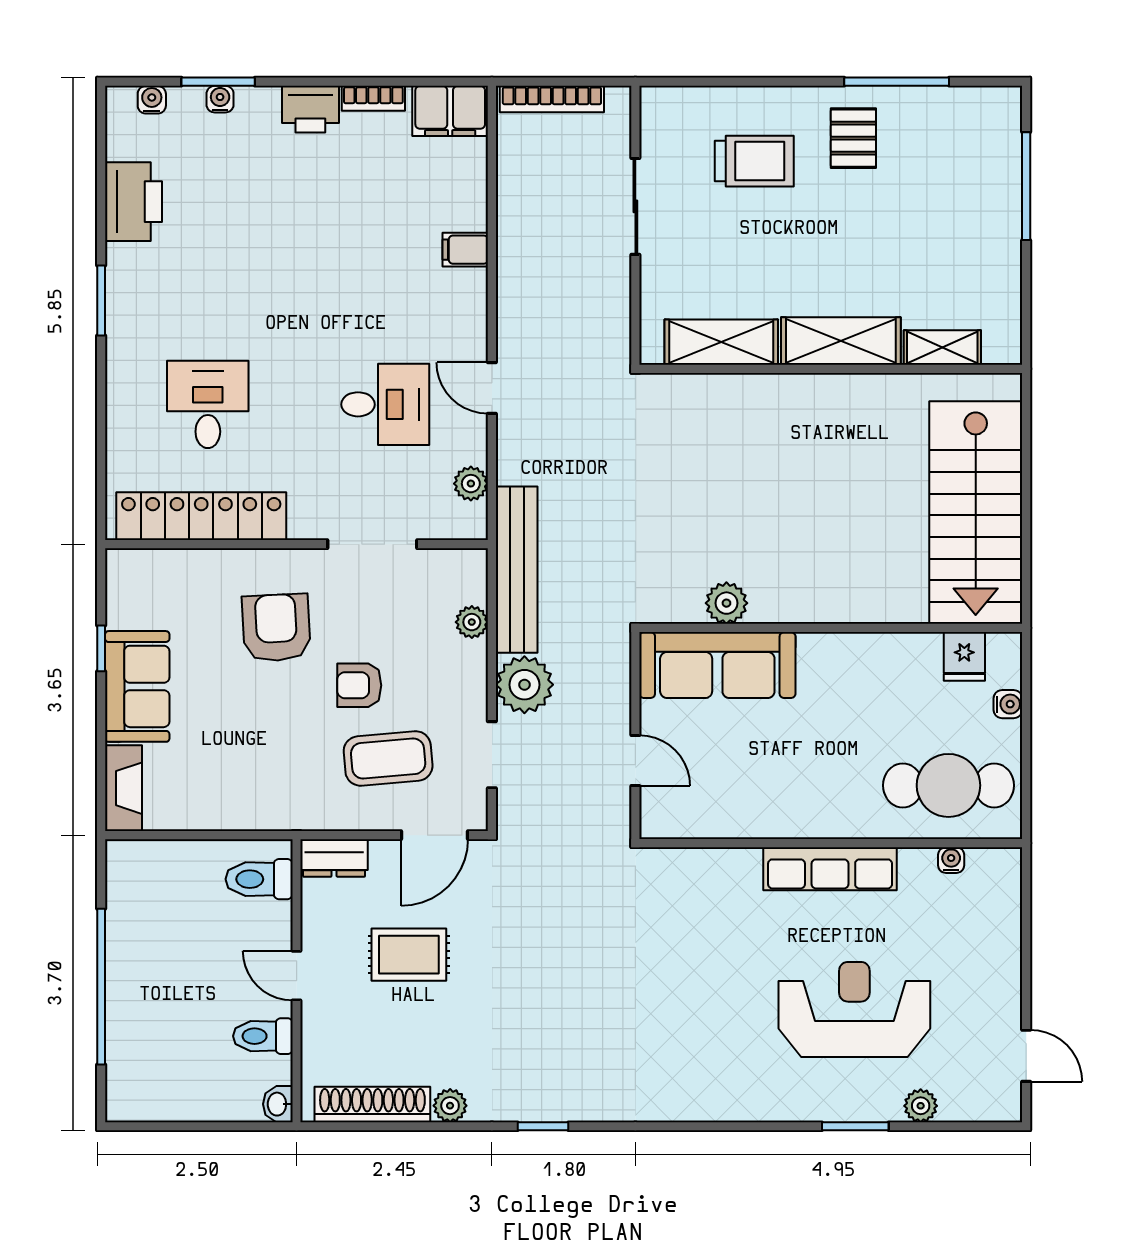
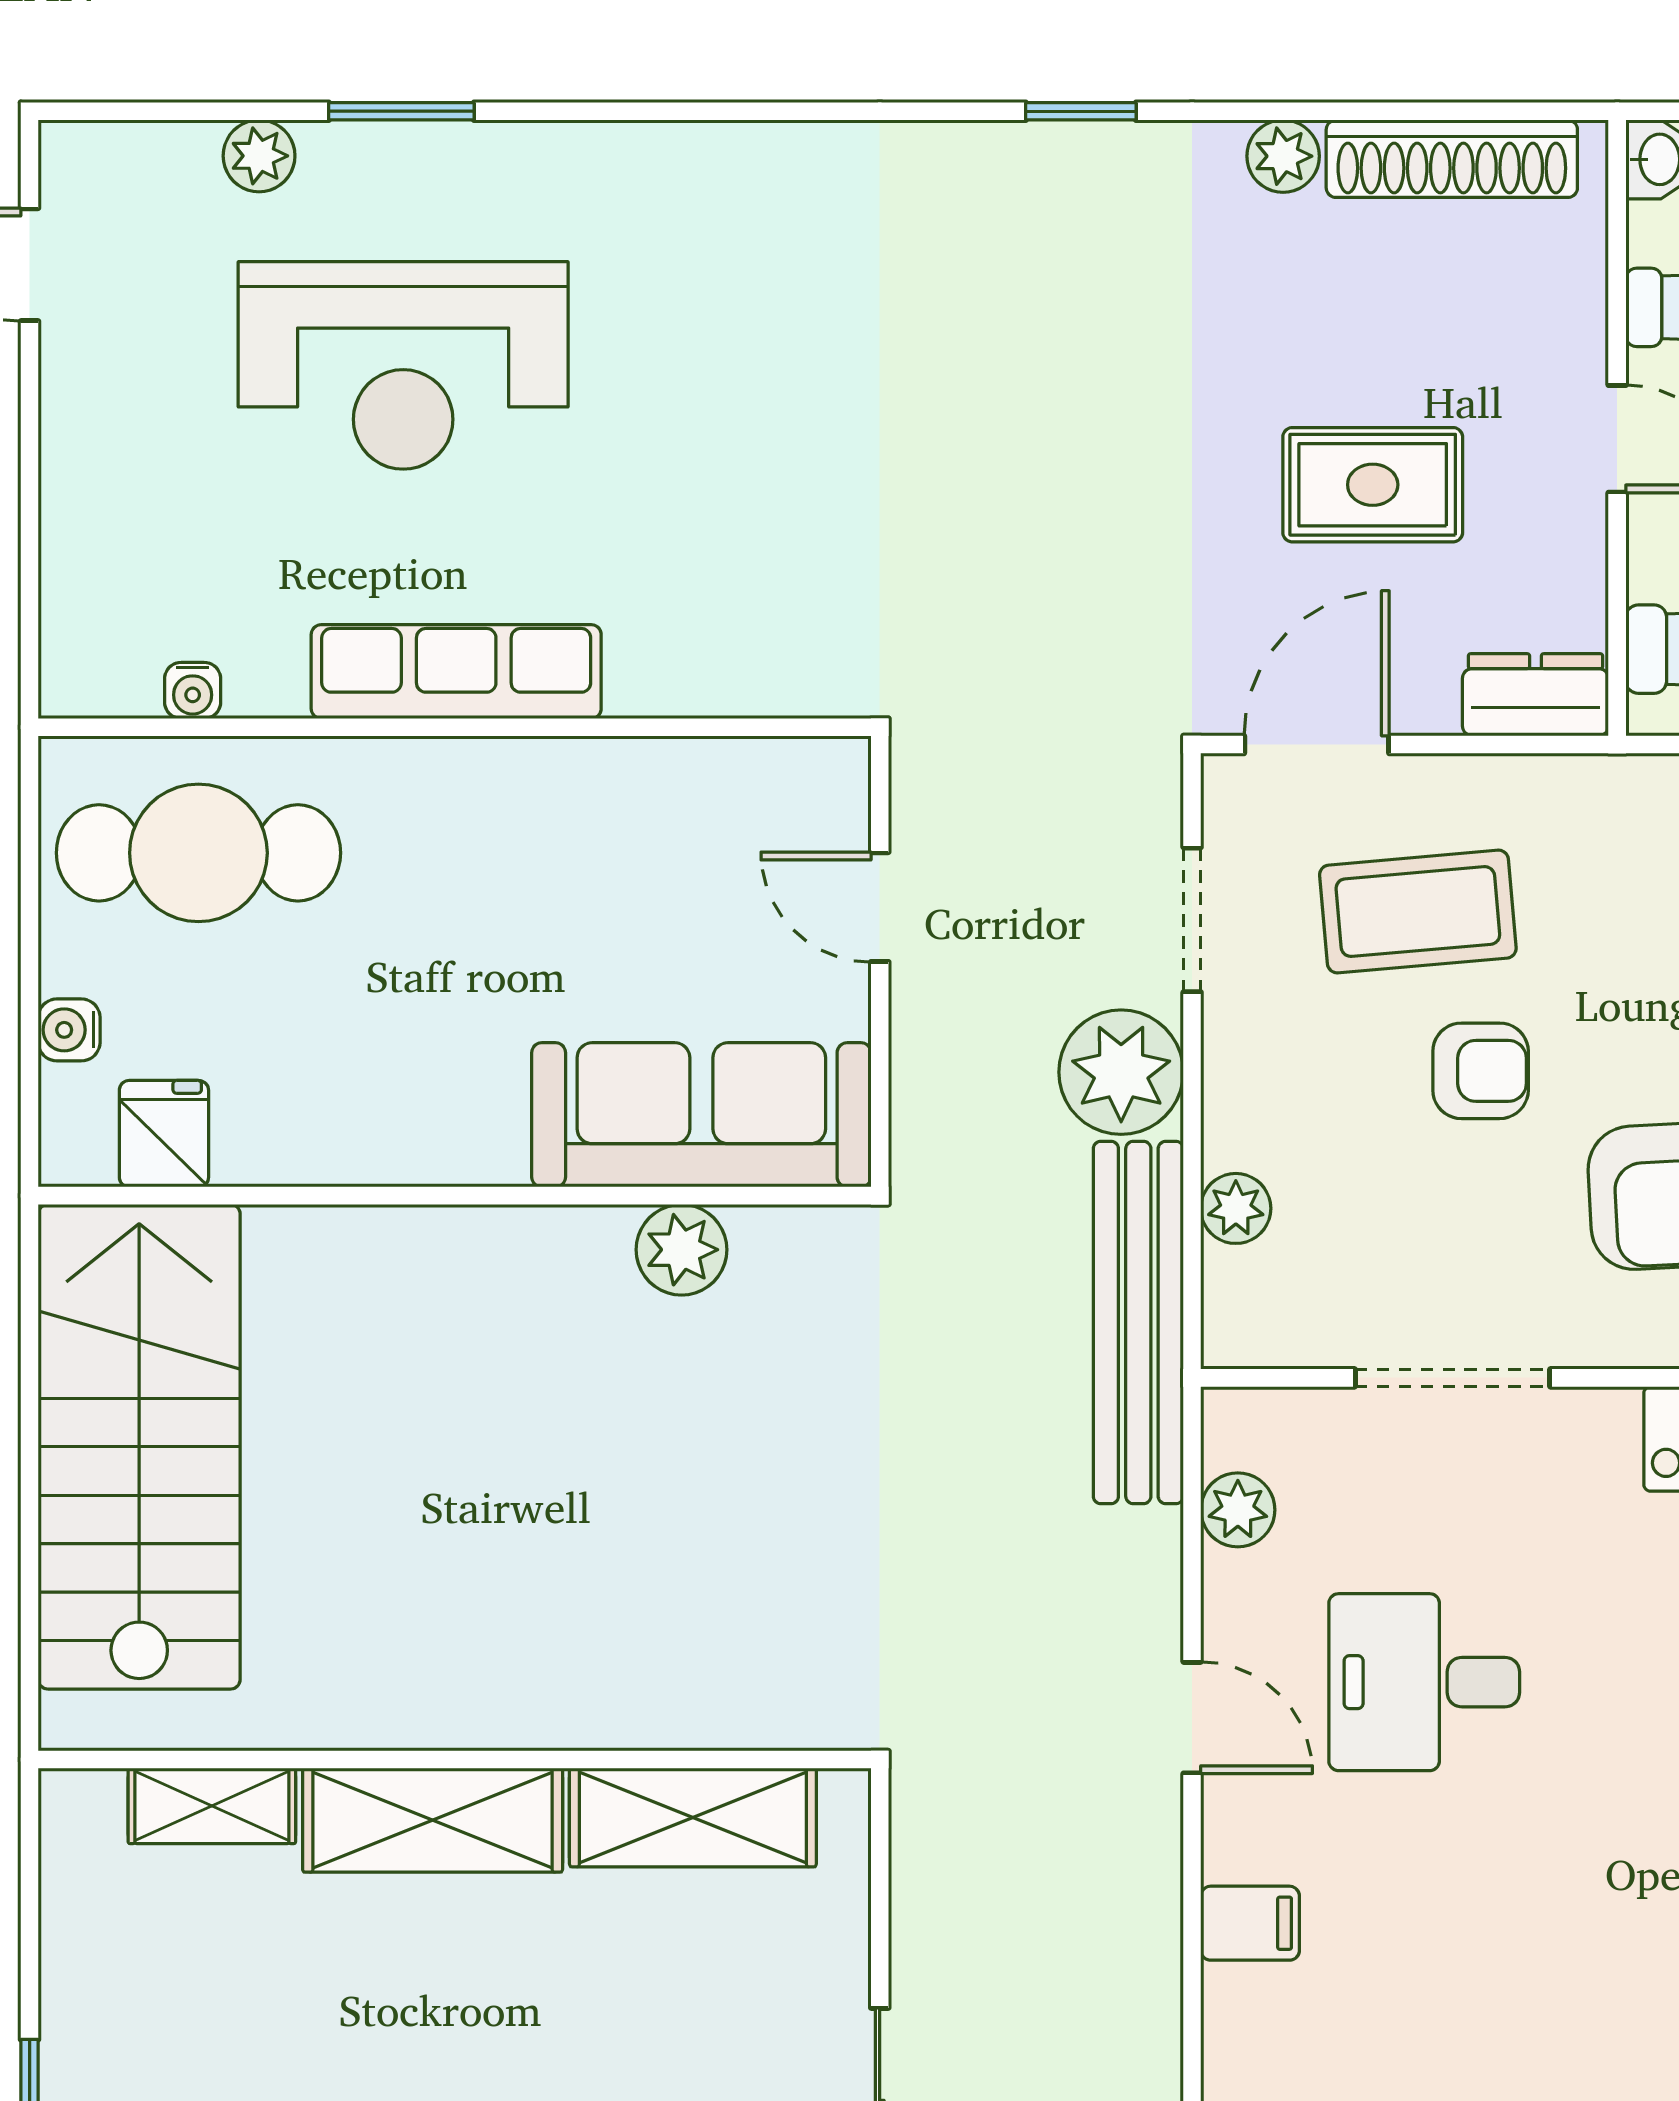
filing cabinet: (465, 250) -> (1250, 1923), moved

